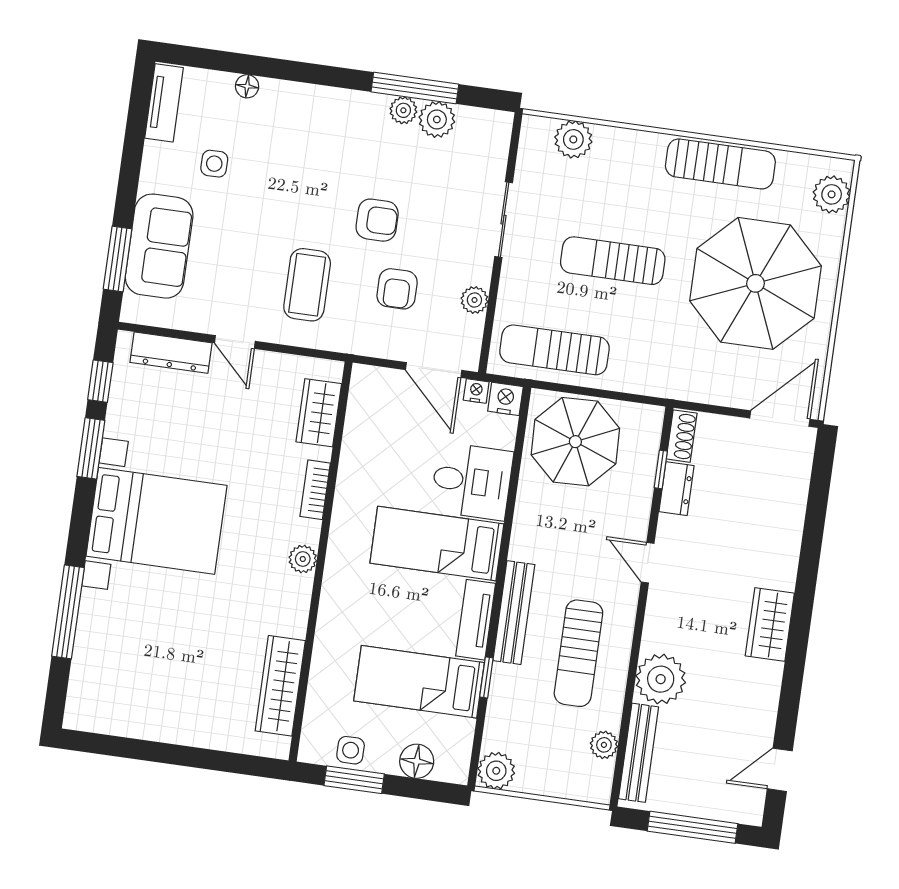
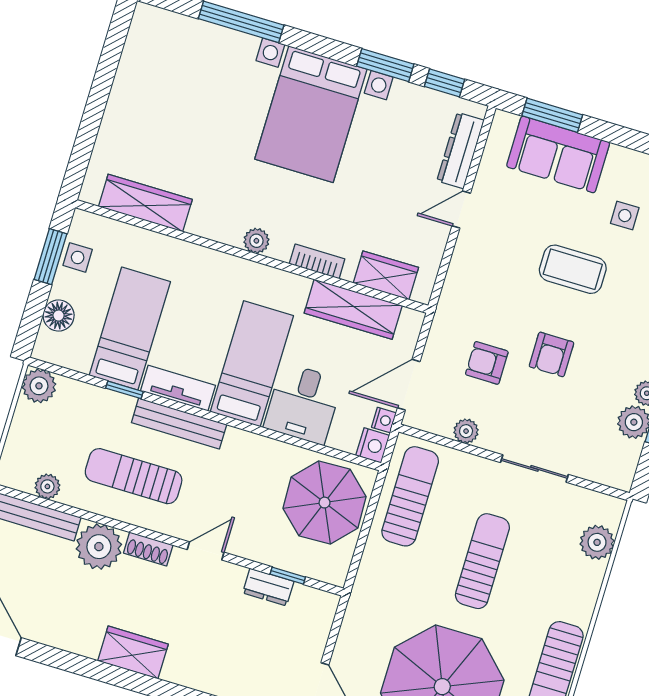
coffee table: (307, 285) -> (573, 269), moved
shoe rack: (682, 436) -> (148, 549), moved
wardrobe: (361, 443) -> (353, 309), added

